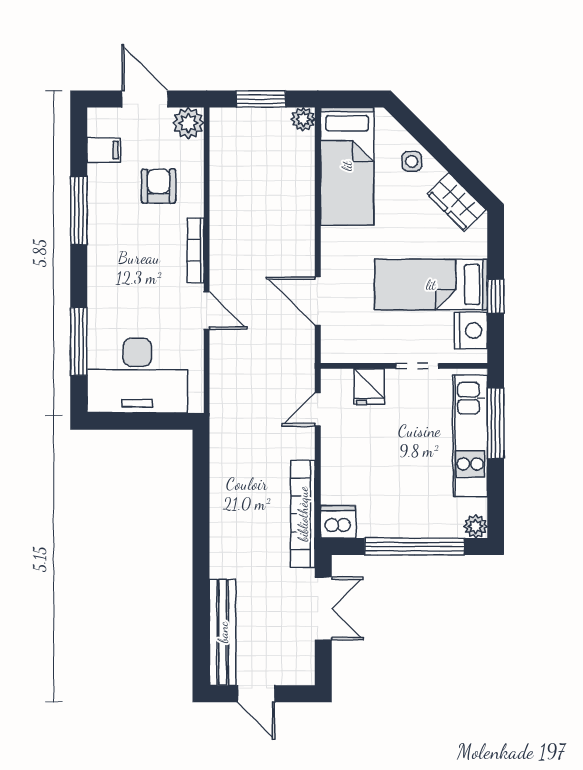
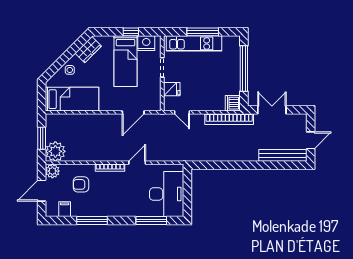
plant: (303, 119) -> (55, 151), moved, width x1.87, depth x1.87
window: (496, 423) -> (203, 32), moved
plant: (476, 526) -> (235, 41), removed

